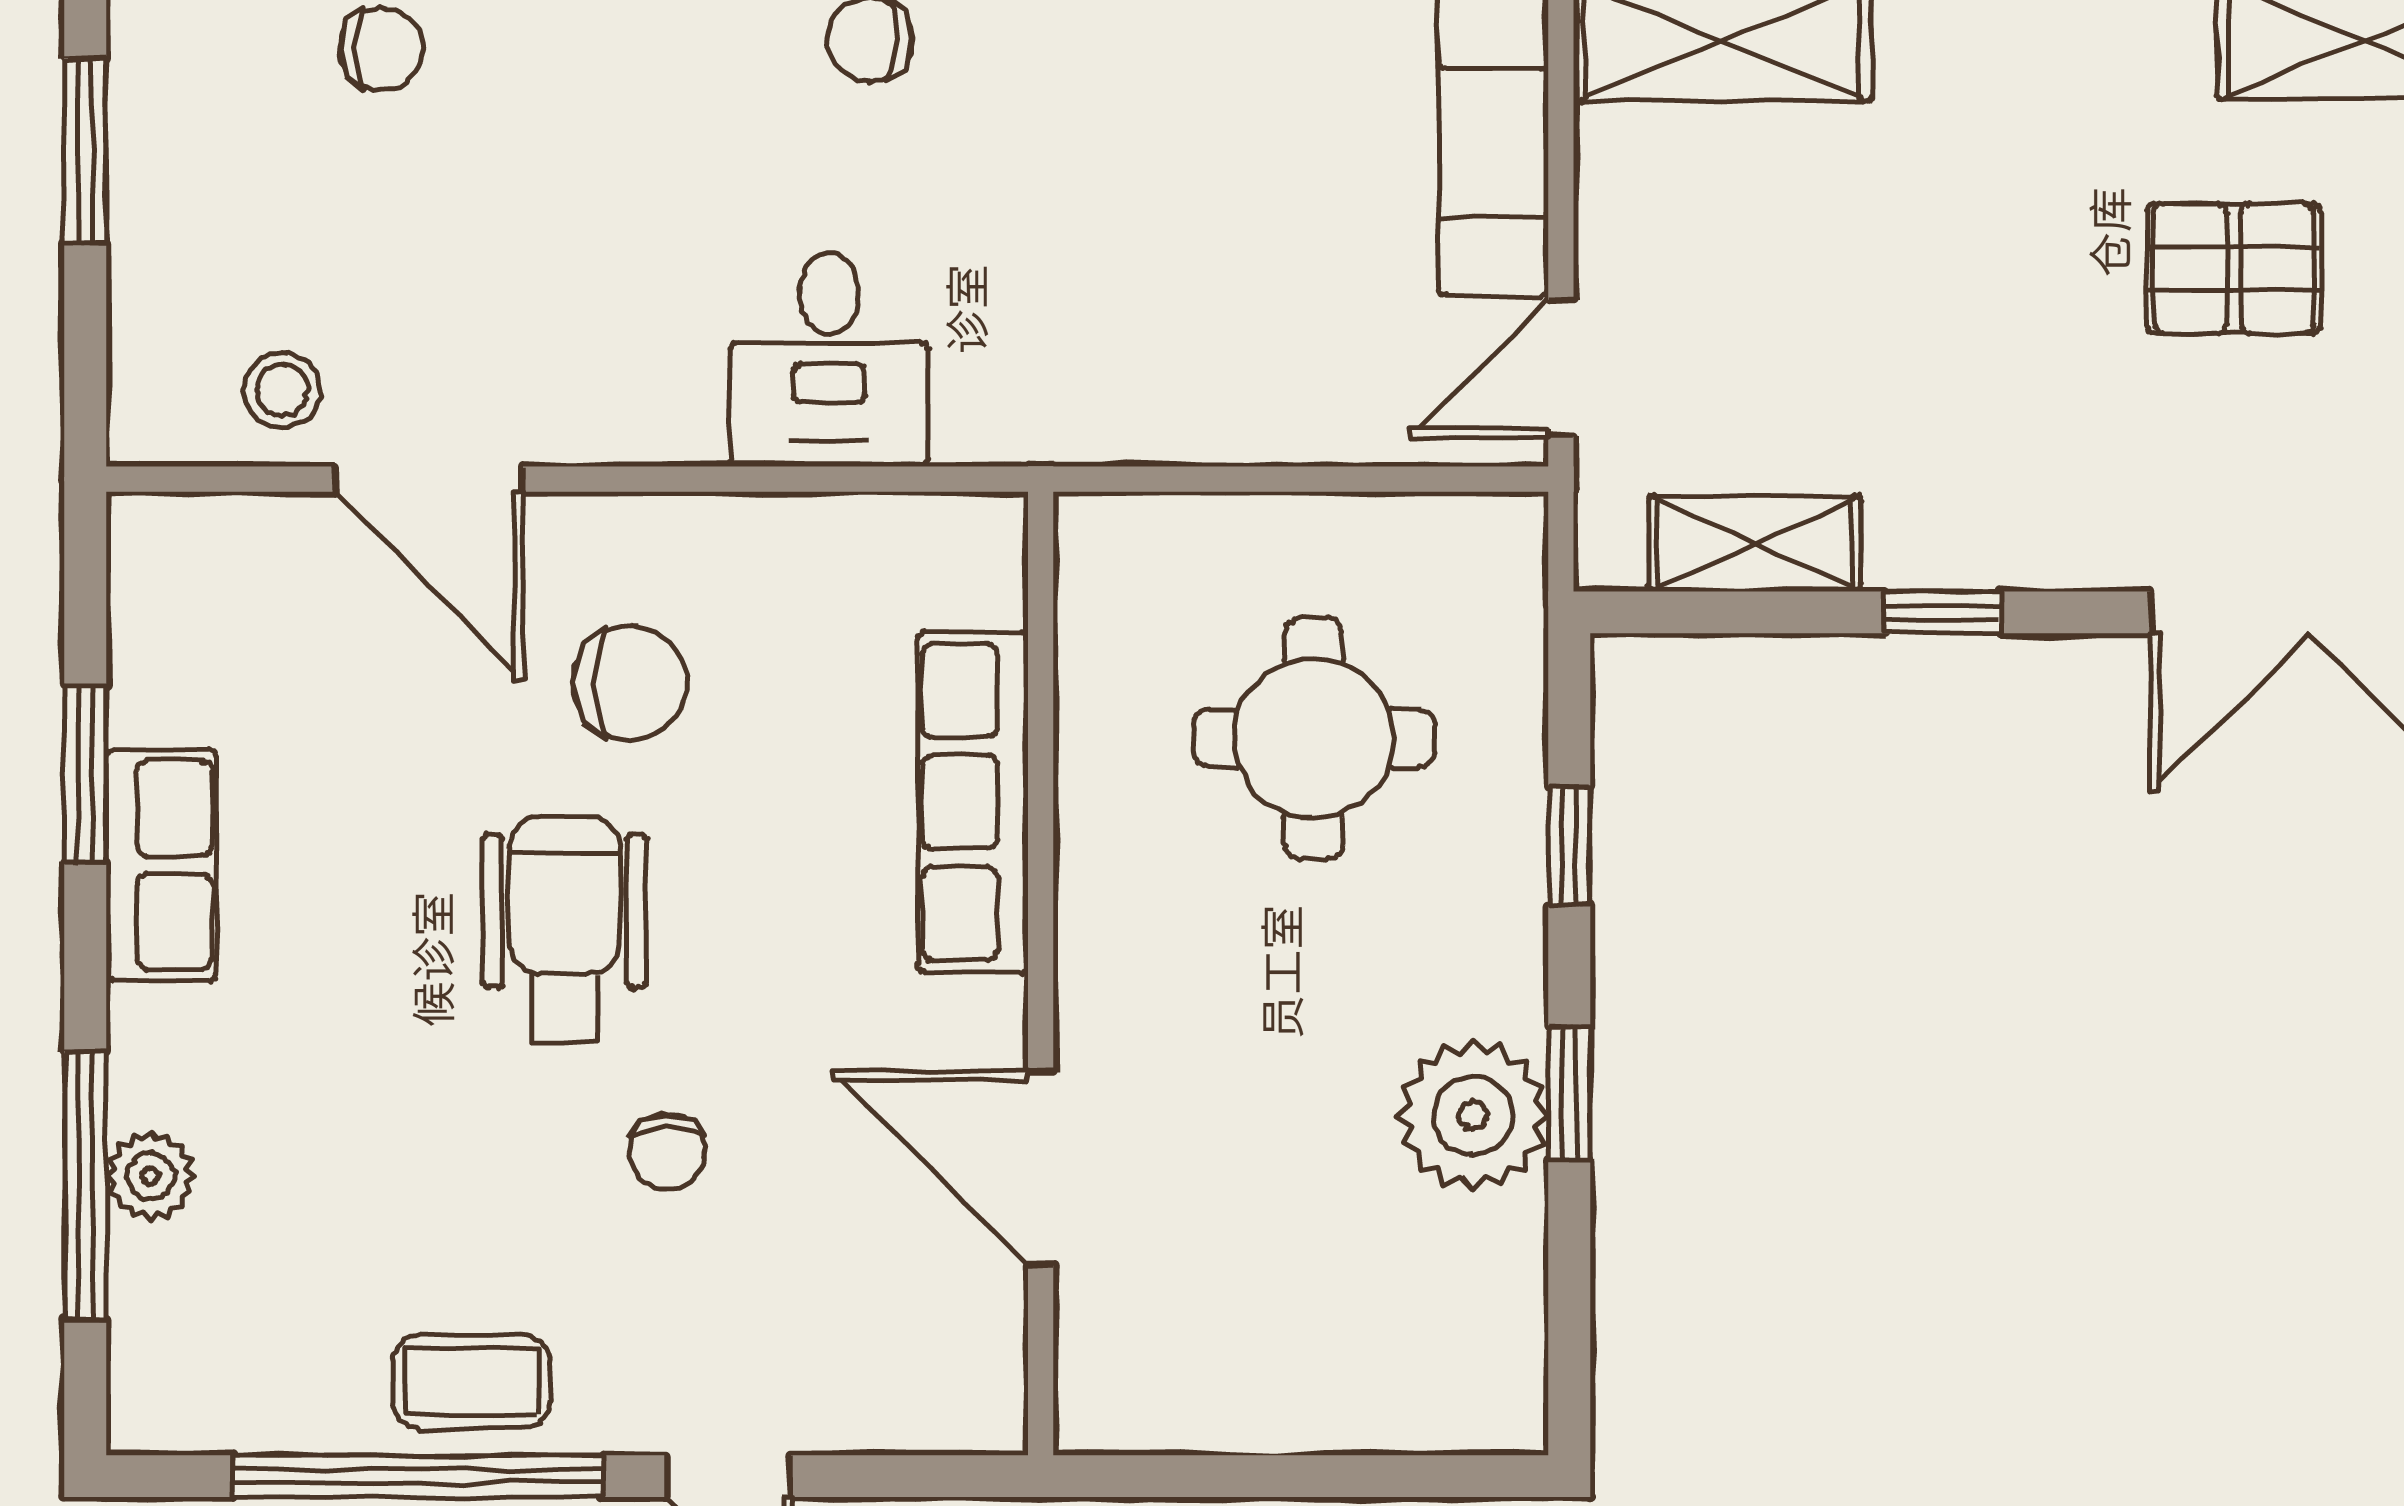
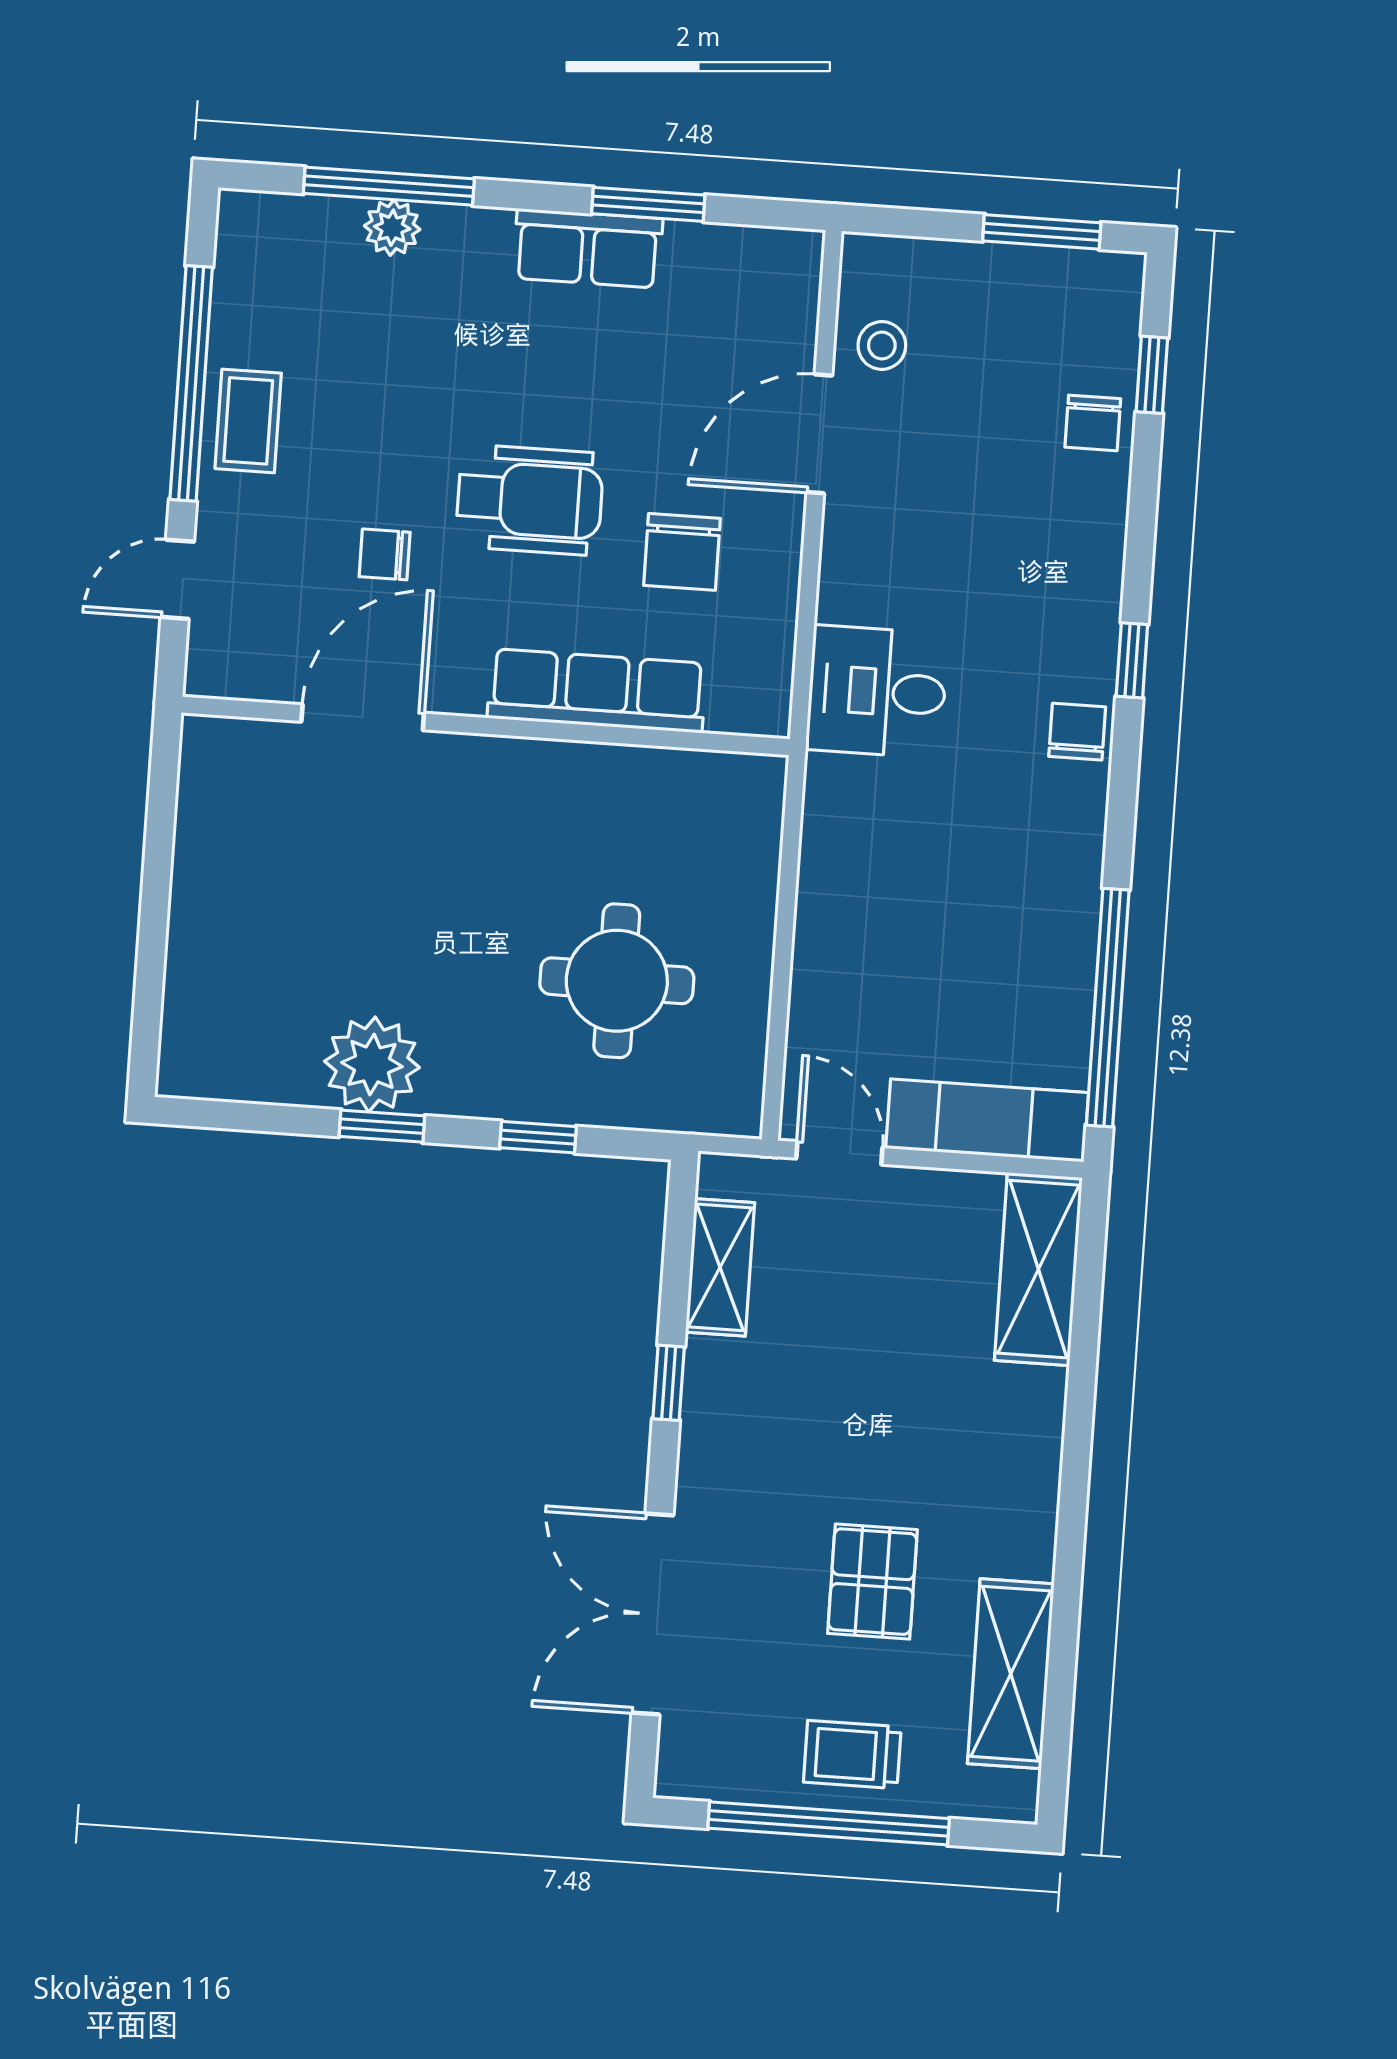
row of seats: (973, 802) -> (597, 691), moved
wall: (1041, 973) -> (486, 726), moved
door: (1041, 1168) -> (363, 717), moved

